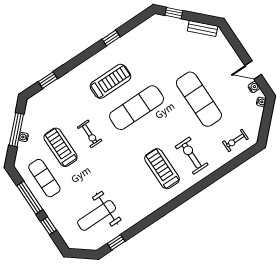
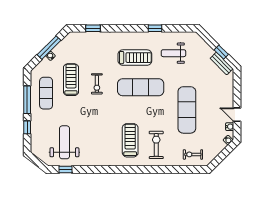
window: (174, 13) -> (221, 52), moved
weight bench: (147, 51) -> (173, 53), added
weight bench: (97, 215) -> (64, 142), turned 90

